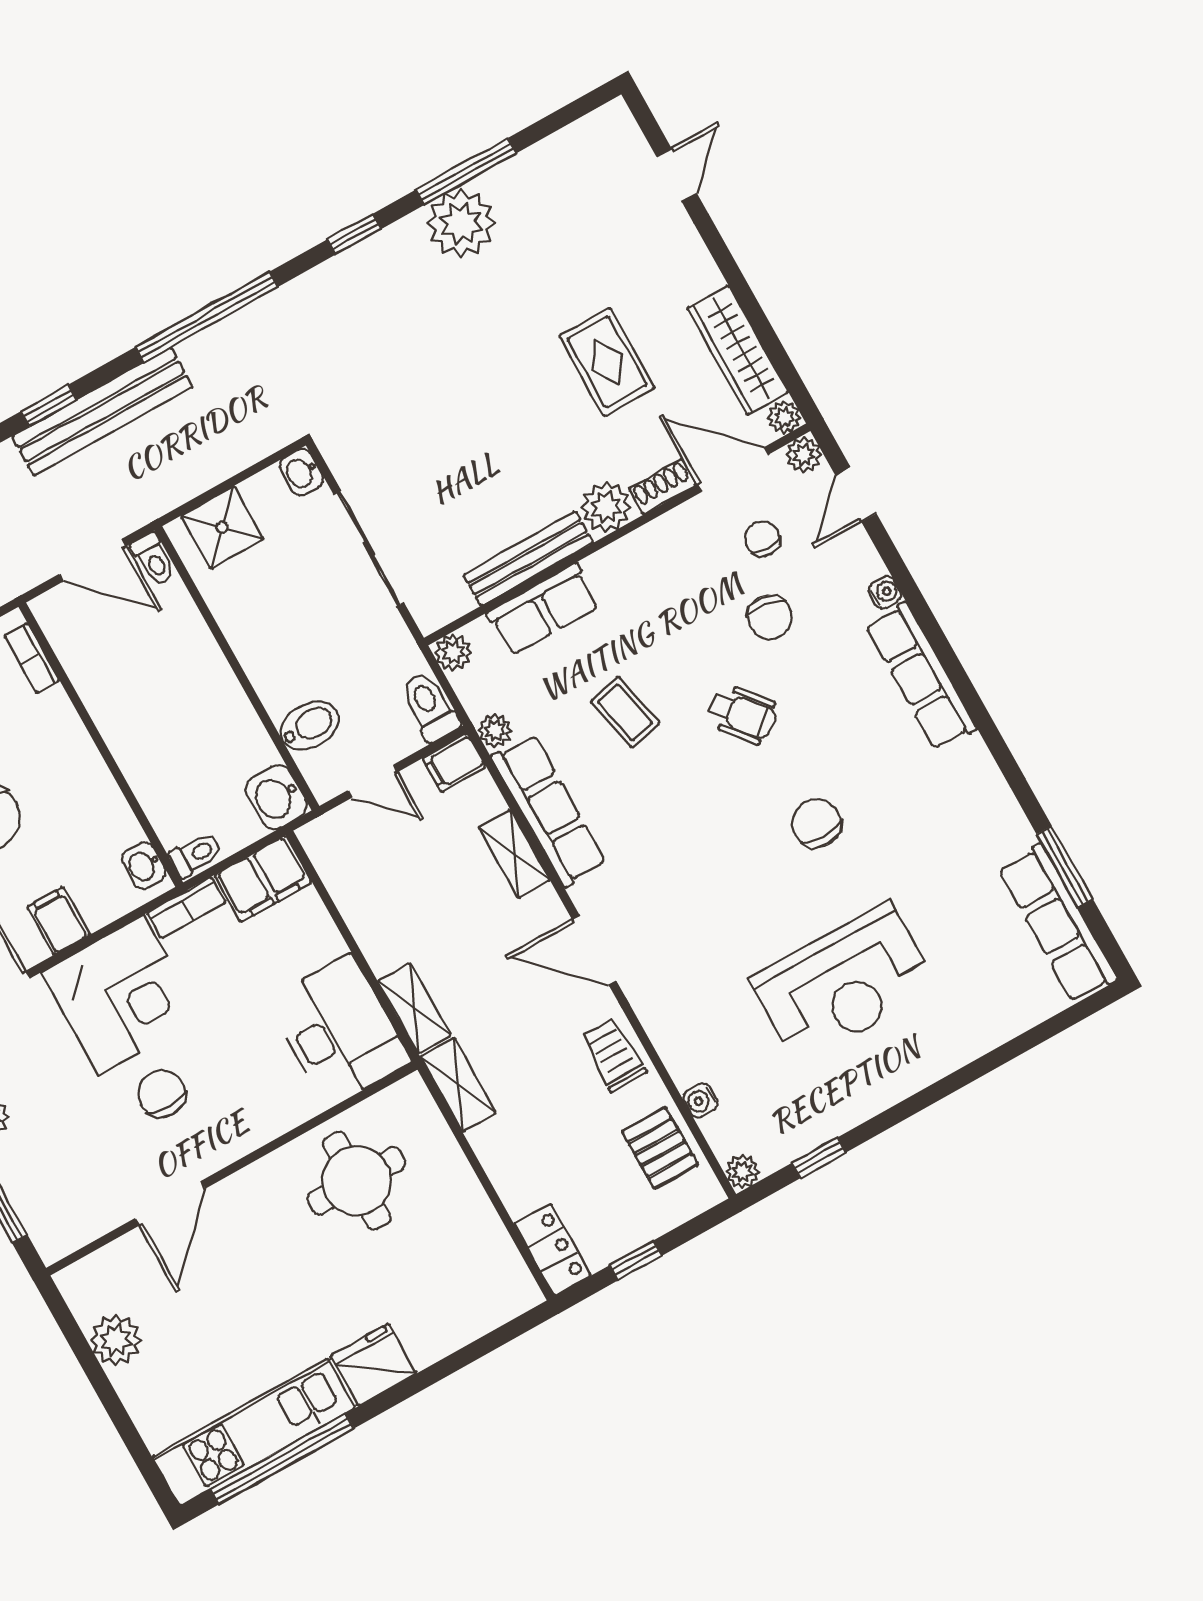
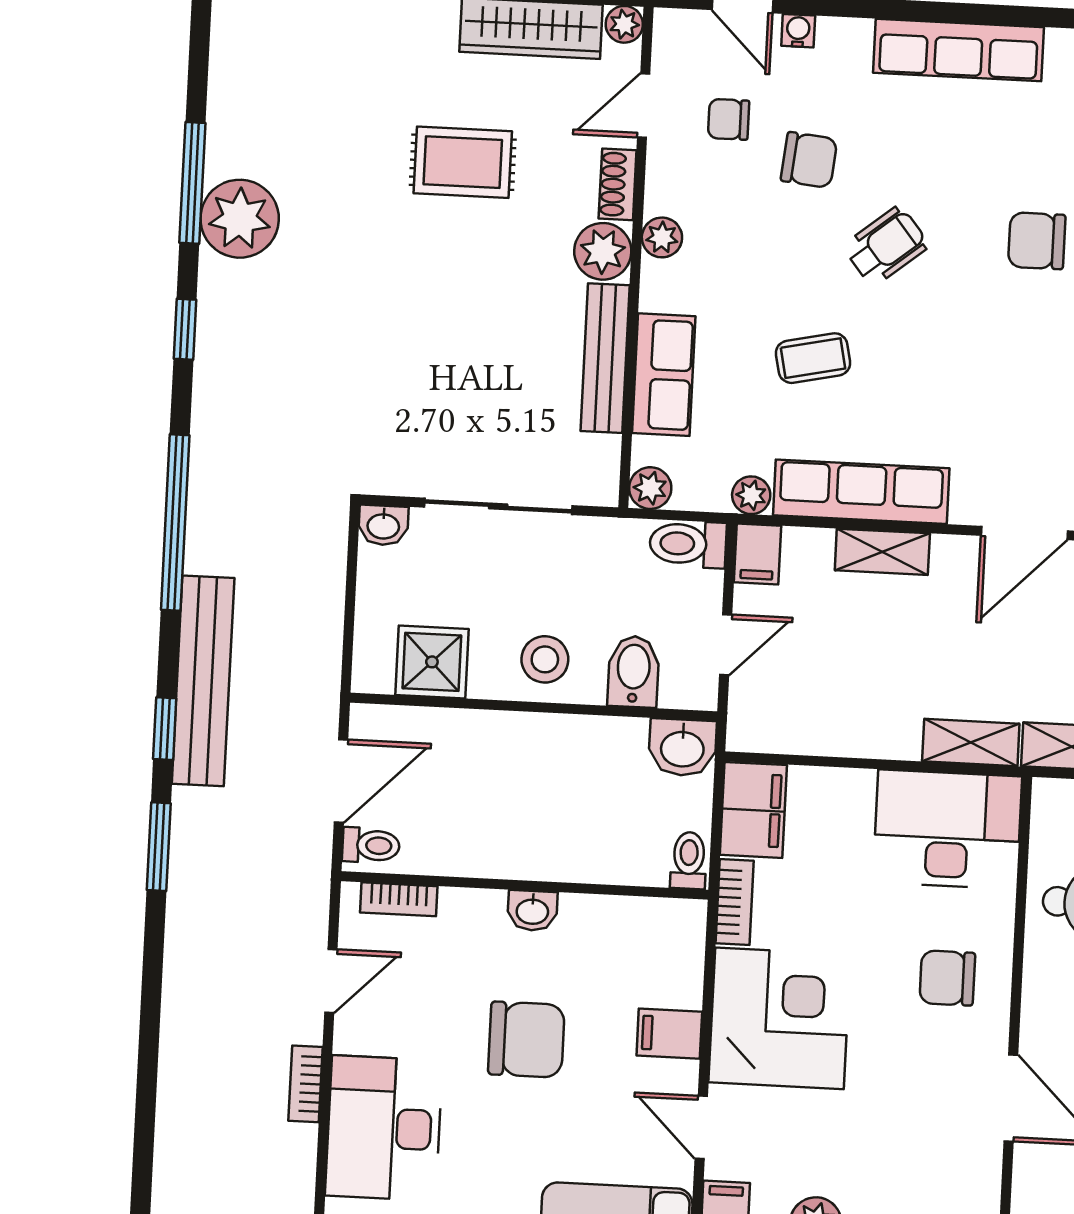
plant: (804, 455) -> (662, 237), moved
door: (733, 469) -> (644, 106), width x0.73
shower: (222, 527) -> (432, 662), moved
toilet: (153, 559) -> (371, 845), moved
water cooler: (885, 592) -> (798, 31), moved
stool: (277, 654) -> (545, 659), added
washbasin: (144, 865) -> (532, 911), moved
chair: (162, 1094) -> (947, 978), moved

